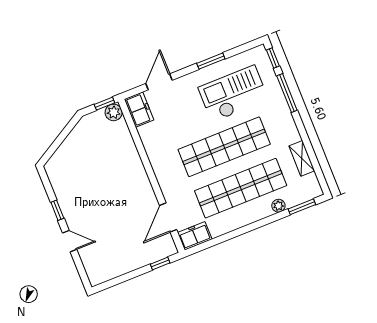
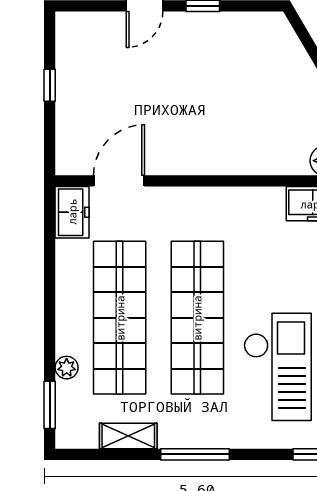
window: (287, 93) -> (195, 454), moved
door: (168, 218) -> (119, 181), hinge flipped
window: (160, 263) -> (50, 85), moved

